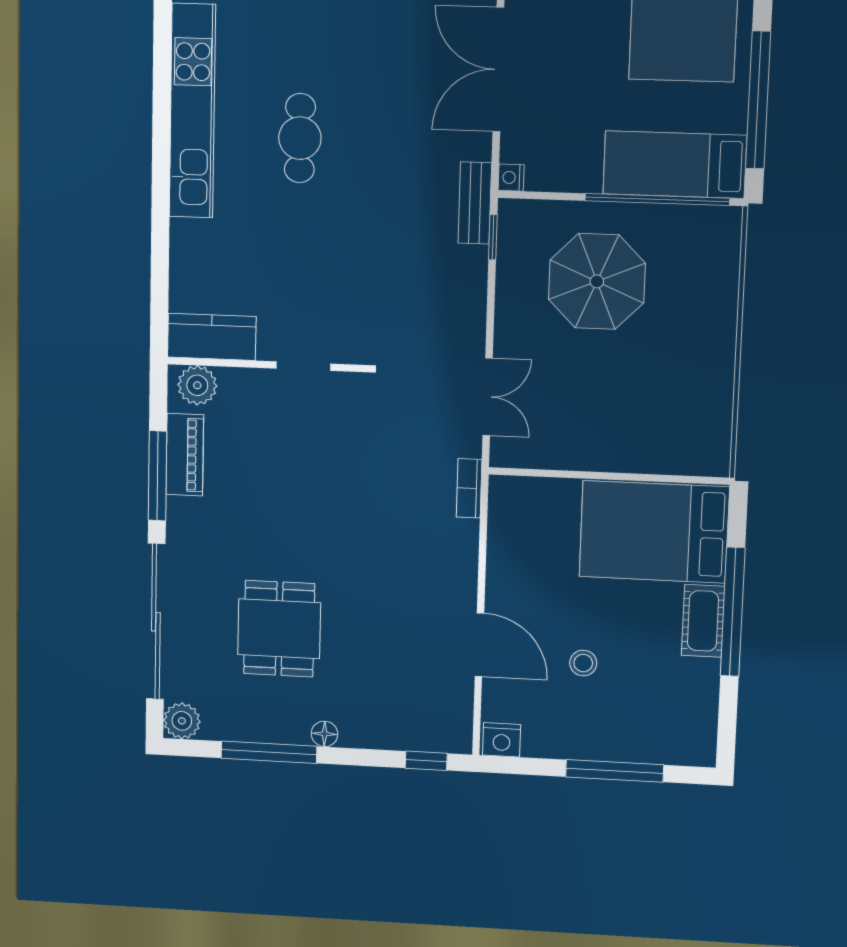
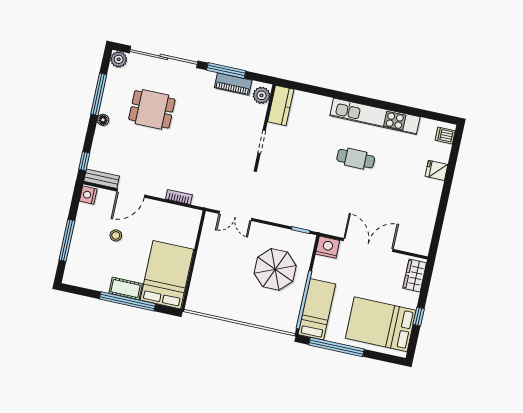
nightstand: (511, 178) -> (328, 247), width x1.89, depth x1.79
bench: (475, 203) -> (102, 179), moved
bookcase: (469, 488) -> (179, 197), moved

